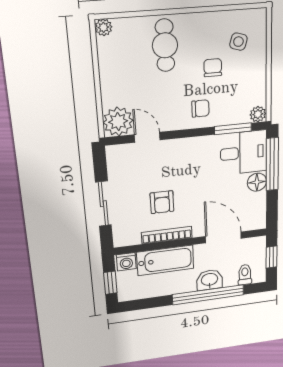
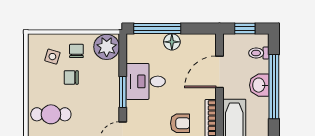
chair: (200, 108) -> (76, 51), moved
plant: (258, 114) -> (107, 47), width x1.88, depth x1.88
window: (233, 129) -> (123, 92), moved
desk: (244, 153) -> (146, 81), moved, turned -90

